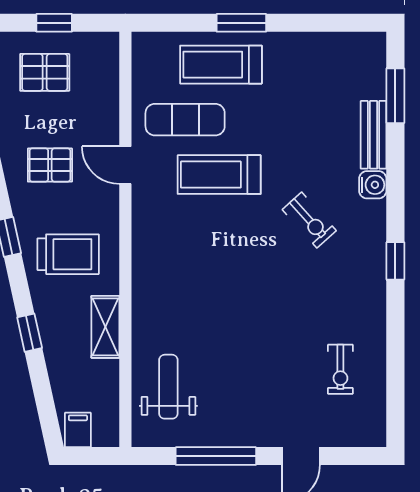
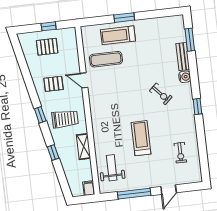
treadmill: (219, 175) -> (141, 138), moved, turned 90
filing cabinet: (78, 430) -> (89, 188), moved

